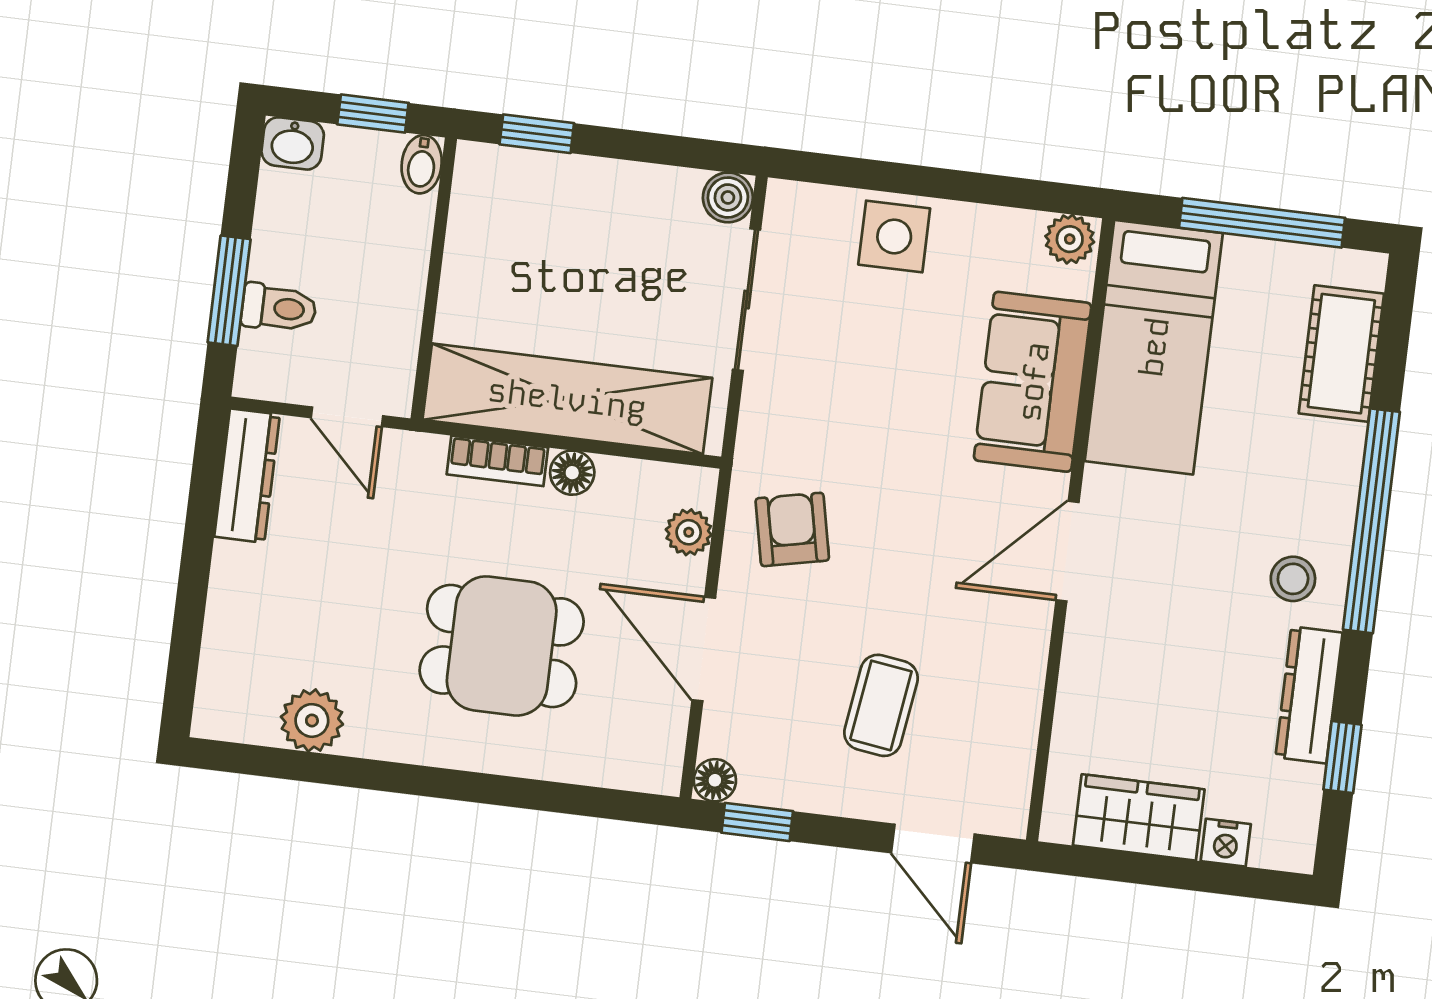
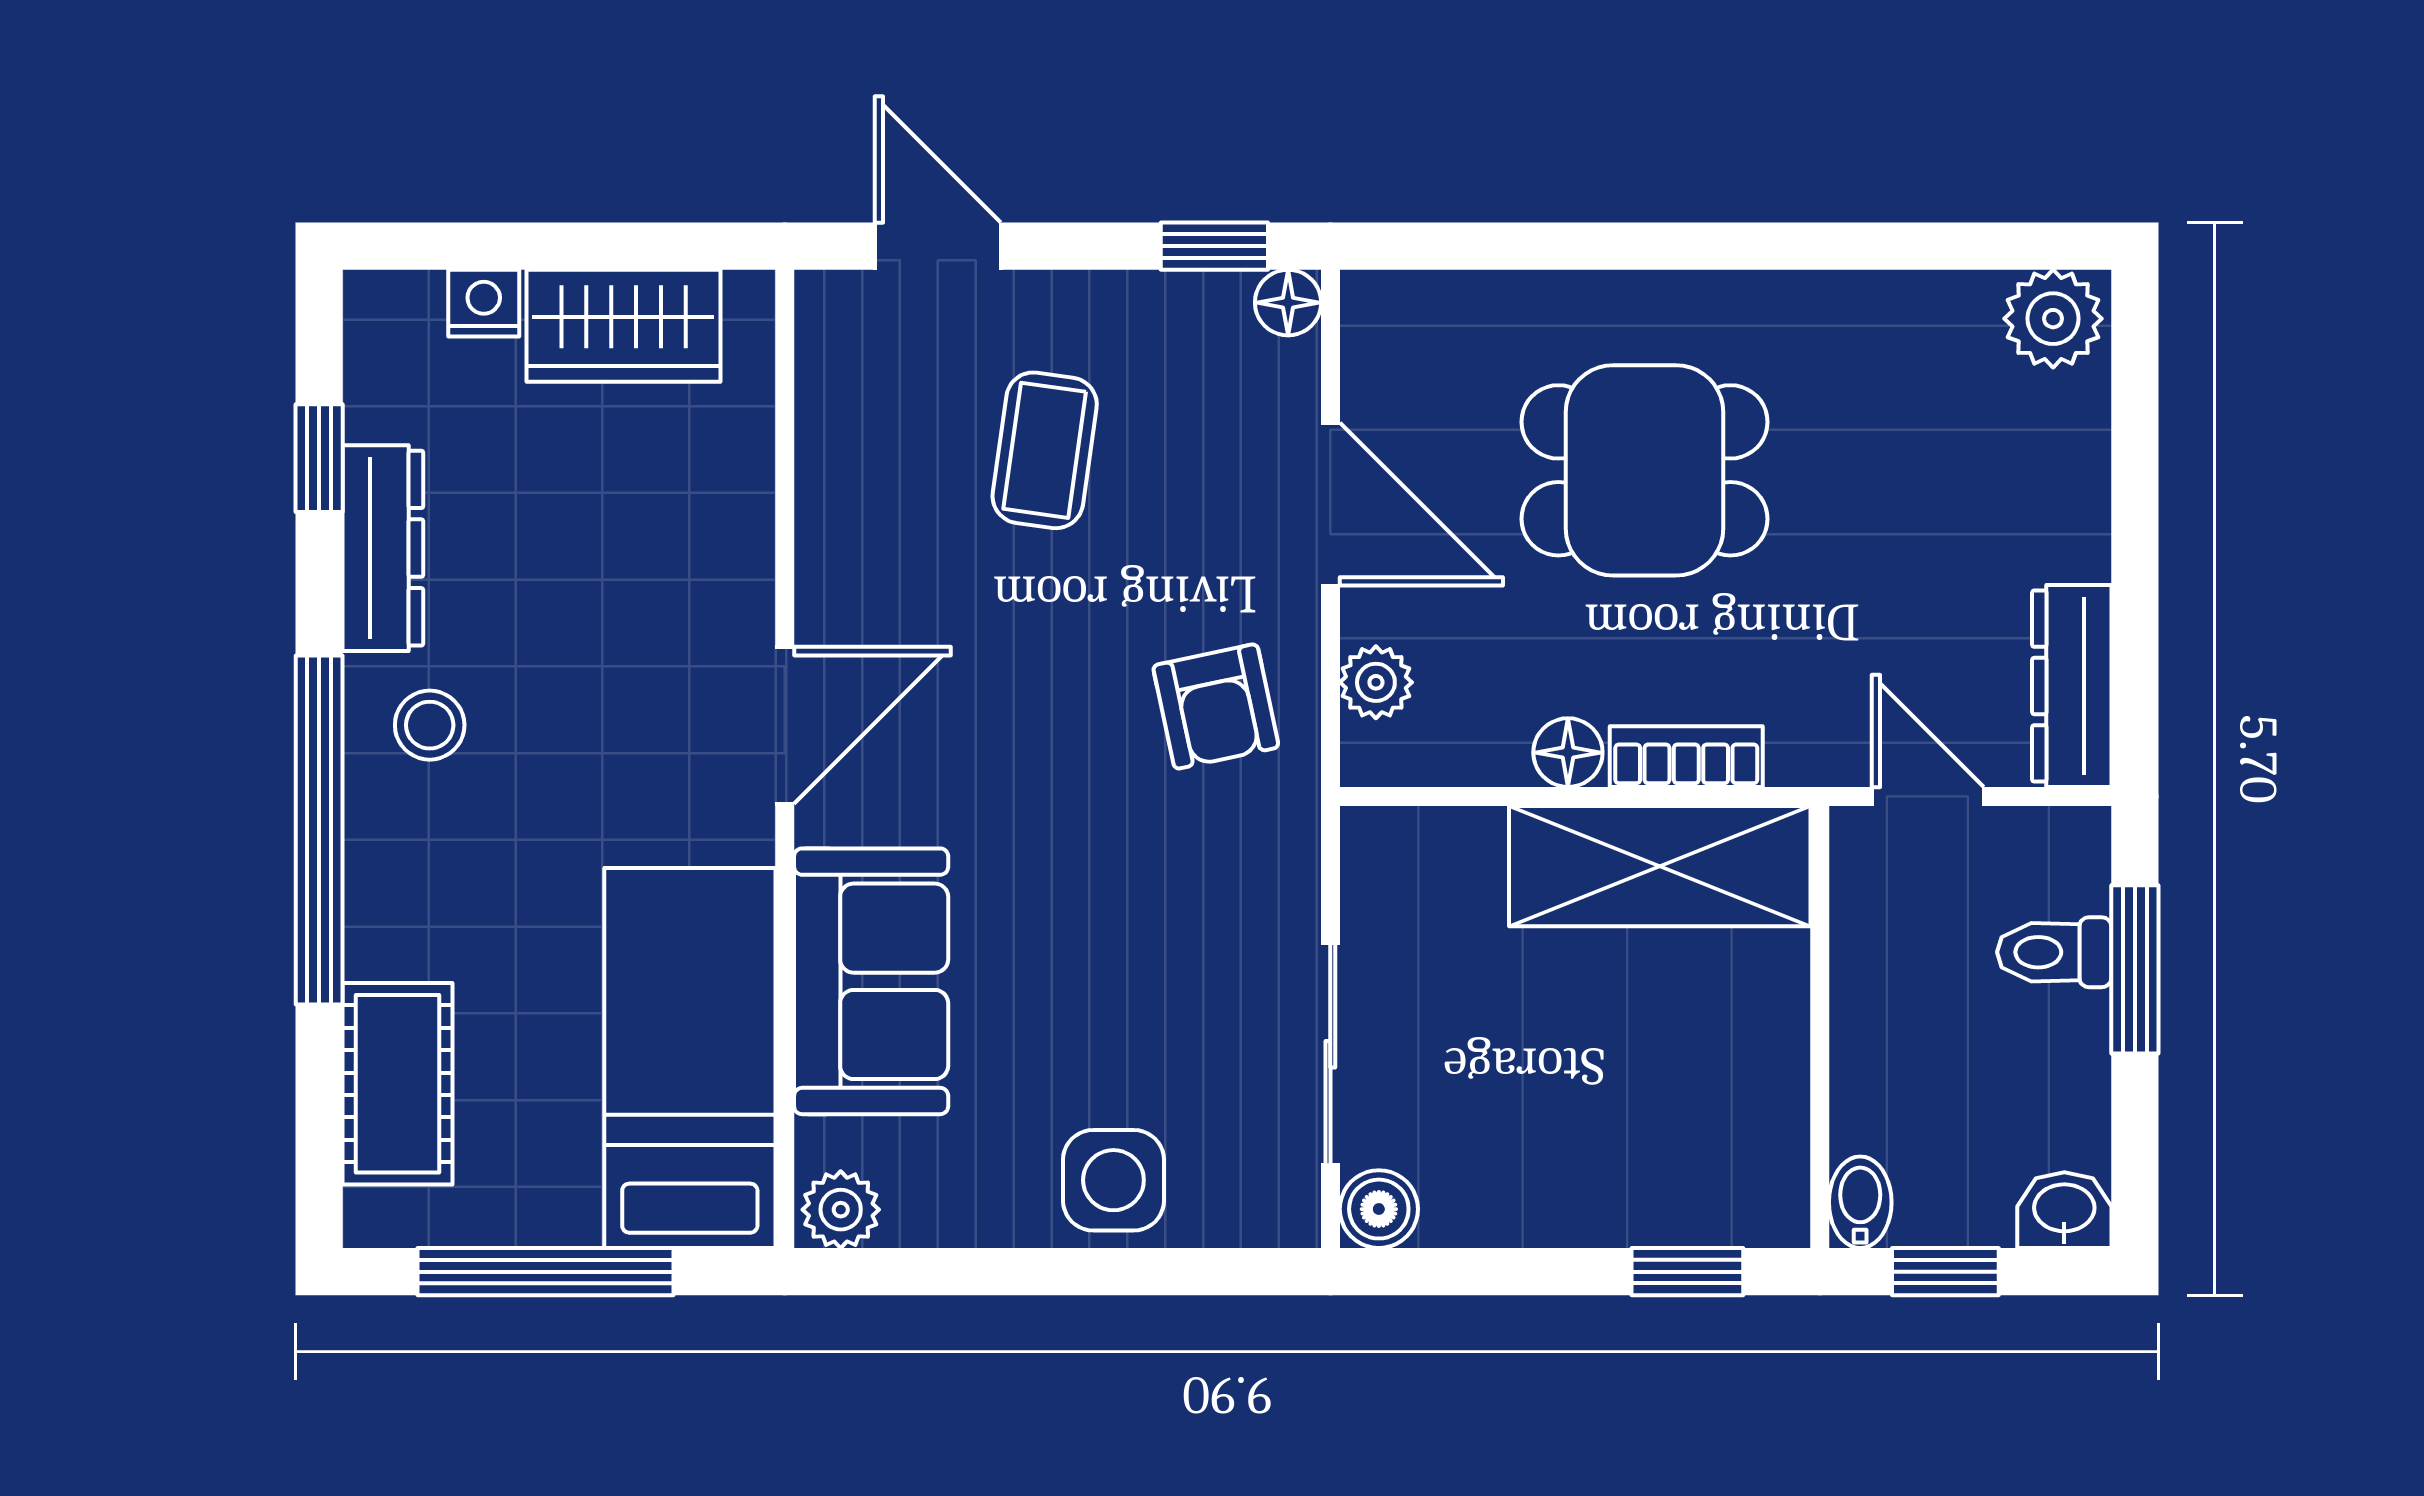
shelving: (567, 399) -> (1660, 866), width x0.68
plant: (312, 720) -> (2053, 319), moved

